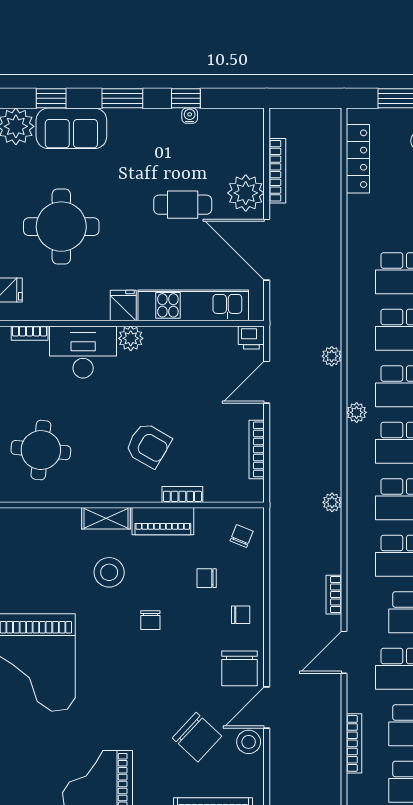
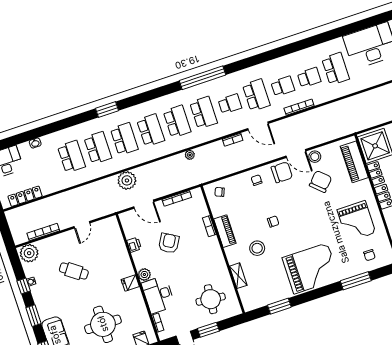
plant: (246, 193) -> (29, 253), moved
cafe table: (183, 205) -> (74, 271), turned -54
door: (267, 250) -> (82, 225), width x0.53
kitchen unit: (193, 305) -> (119, 250), removed
printer: (251, 337) -> (134, 245), moved
plant: (332, 356) -> (127, 180), width x1.88, depth x1.88
plant: (357, 412) -> (144, 157), removed
armchair: (148, 445) -> (169, 243), moved
shelving: (106, 518) -> (238, 276), moved
chair: (207, 578) -> (369, 255), moved

